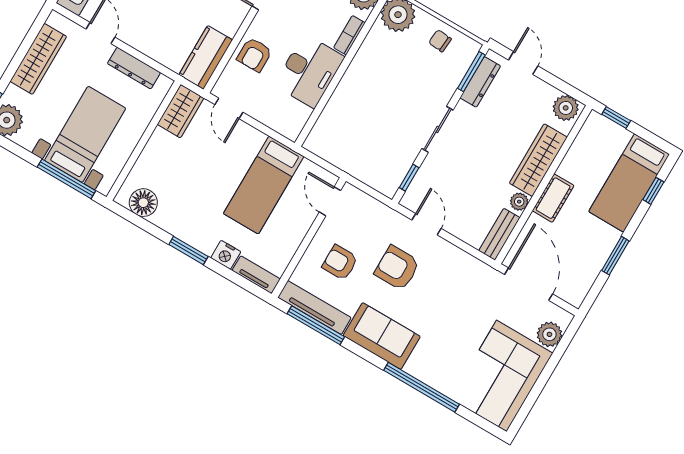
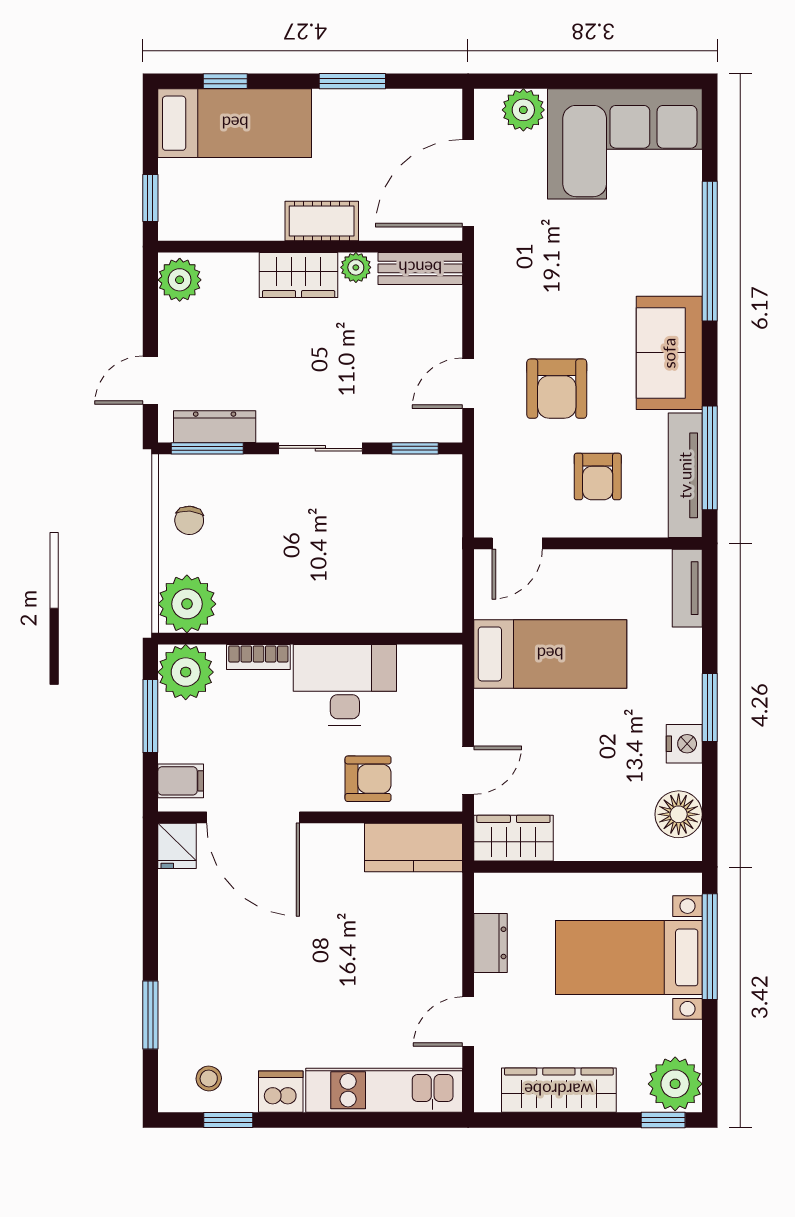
dresser: (134, 68) -> (490, 943), width x0.70
wardrobe: (538, 160) -> (299, 275), width x0.67
nightstand: (226, 255) -> (684, 744), moved

